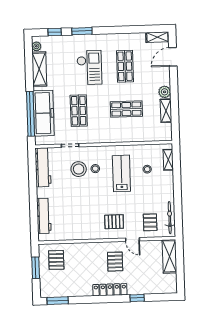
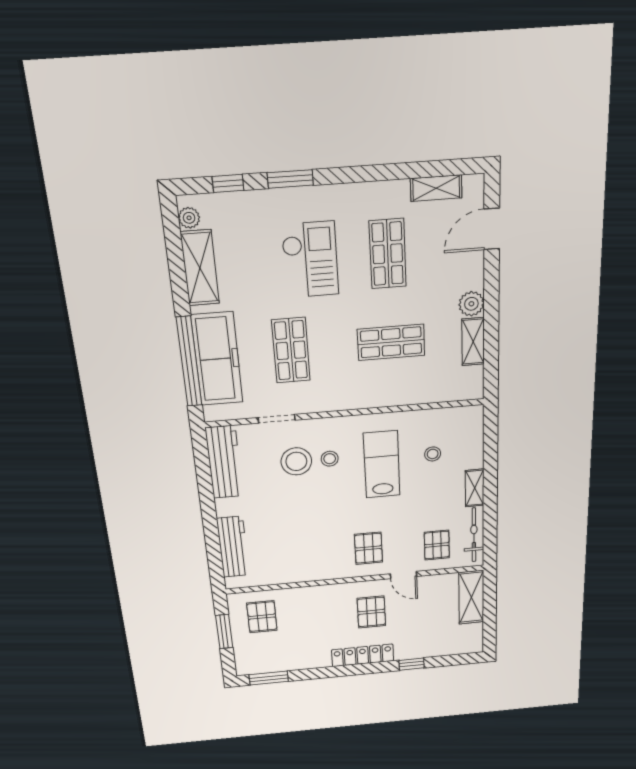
shelving: (157, 37) -> (436, 188), moved
shelving: (168, 160) -> (475, 488), moved
pallet: (114, 222) -> (368, 548), turned 90

